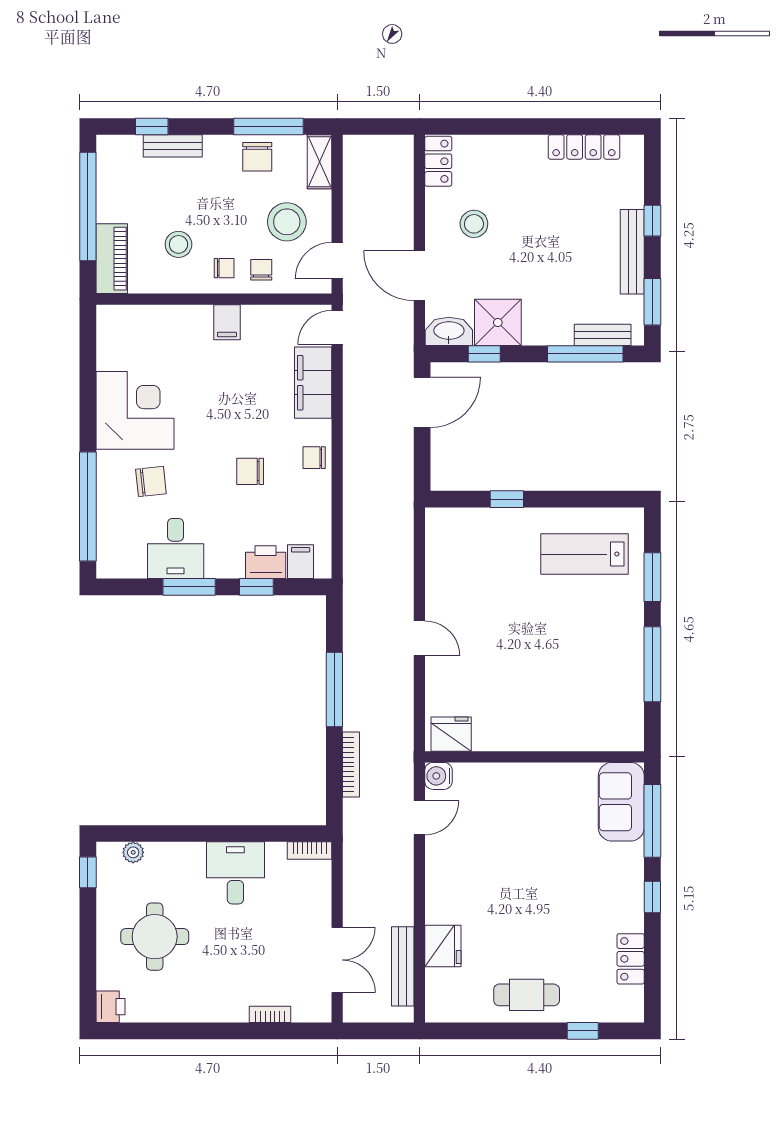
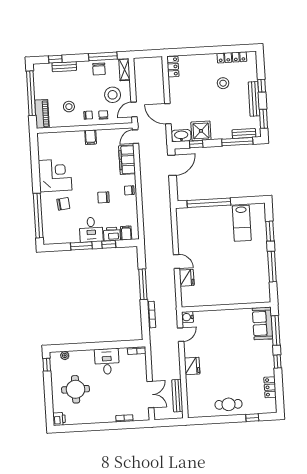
stool: (474, 224) -> (223, 83), moved
window: (507, 499) -> (209, 203), width x3.17
desk: (176, 548) -> (91, 230), moved
lab bench: (585, 554) -> (242, 223), turned -90
fridge: (451, 734) -> (187, 278), moved, turned 90
fridge: (443, 946) -> (192, 366), moved

